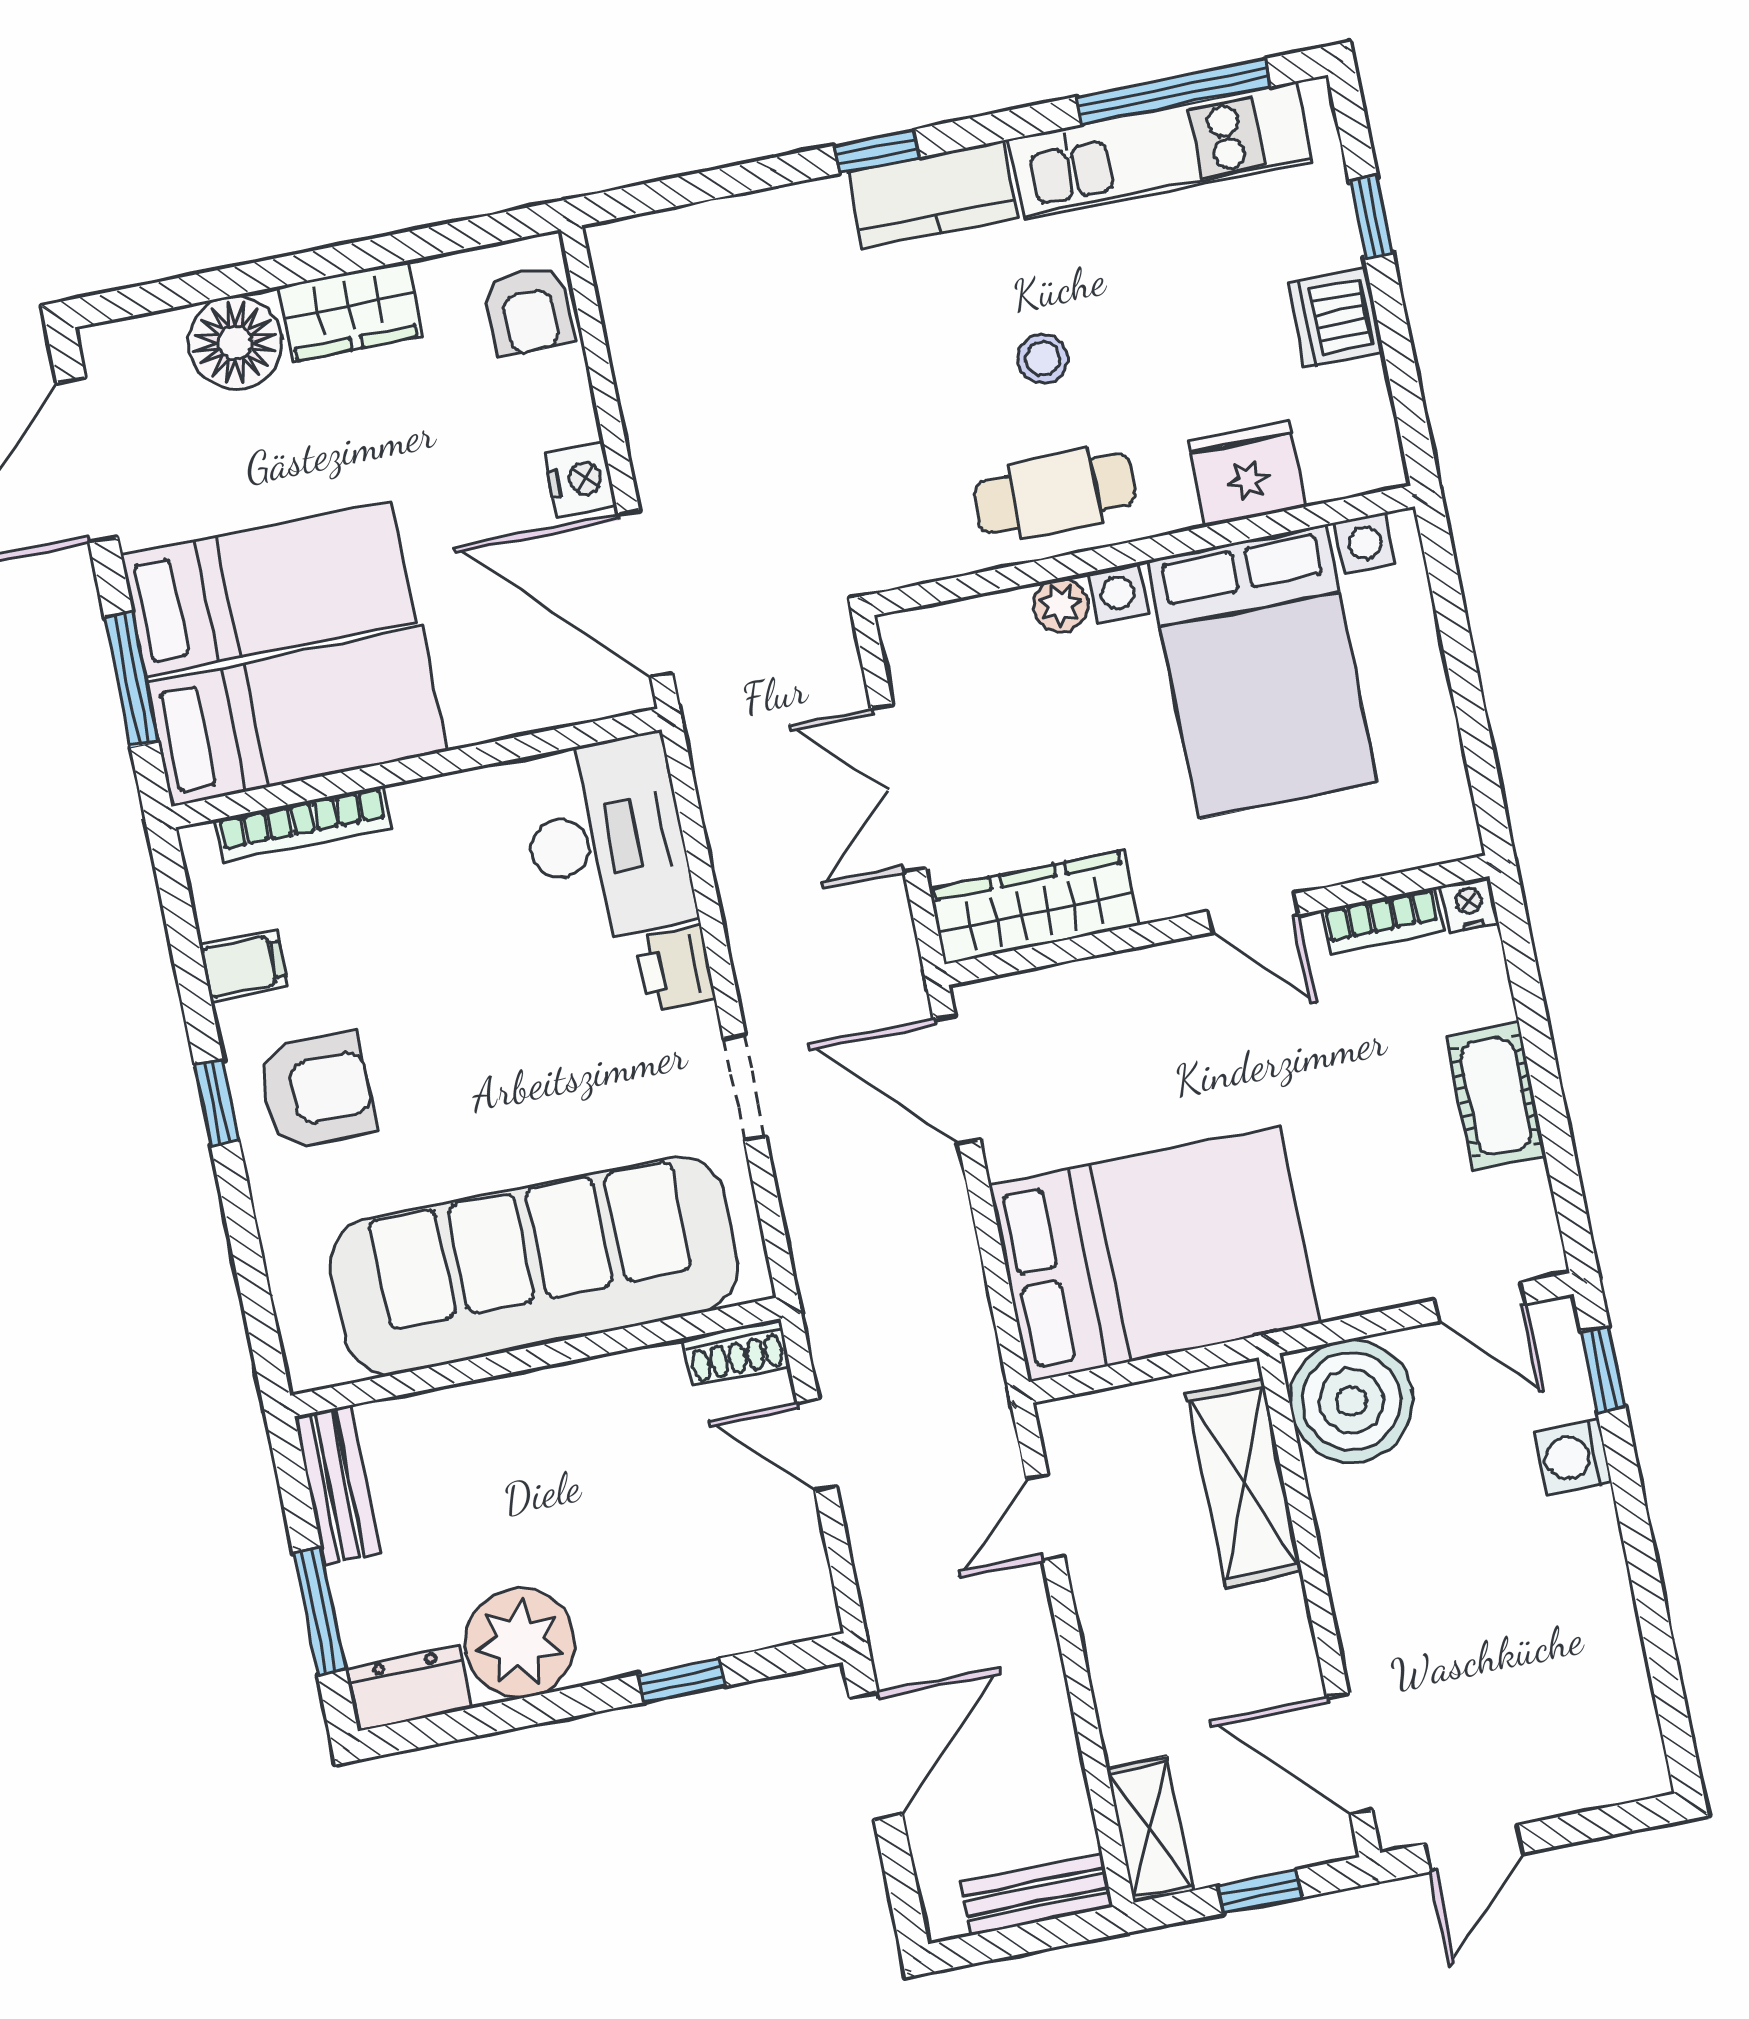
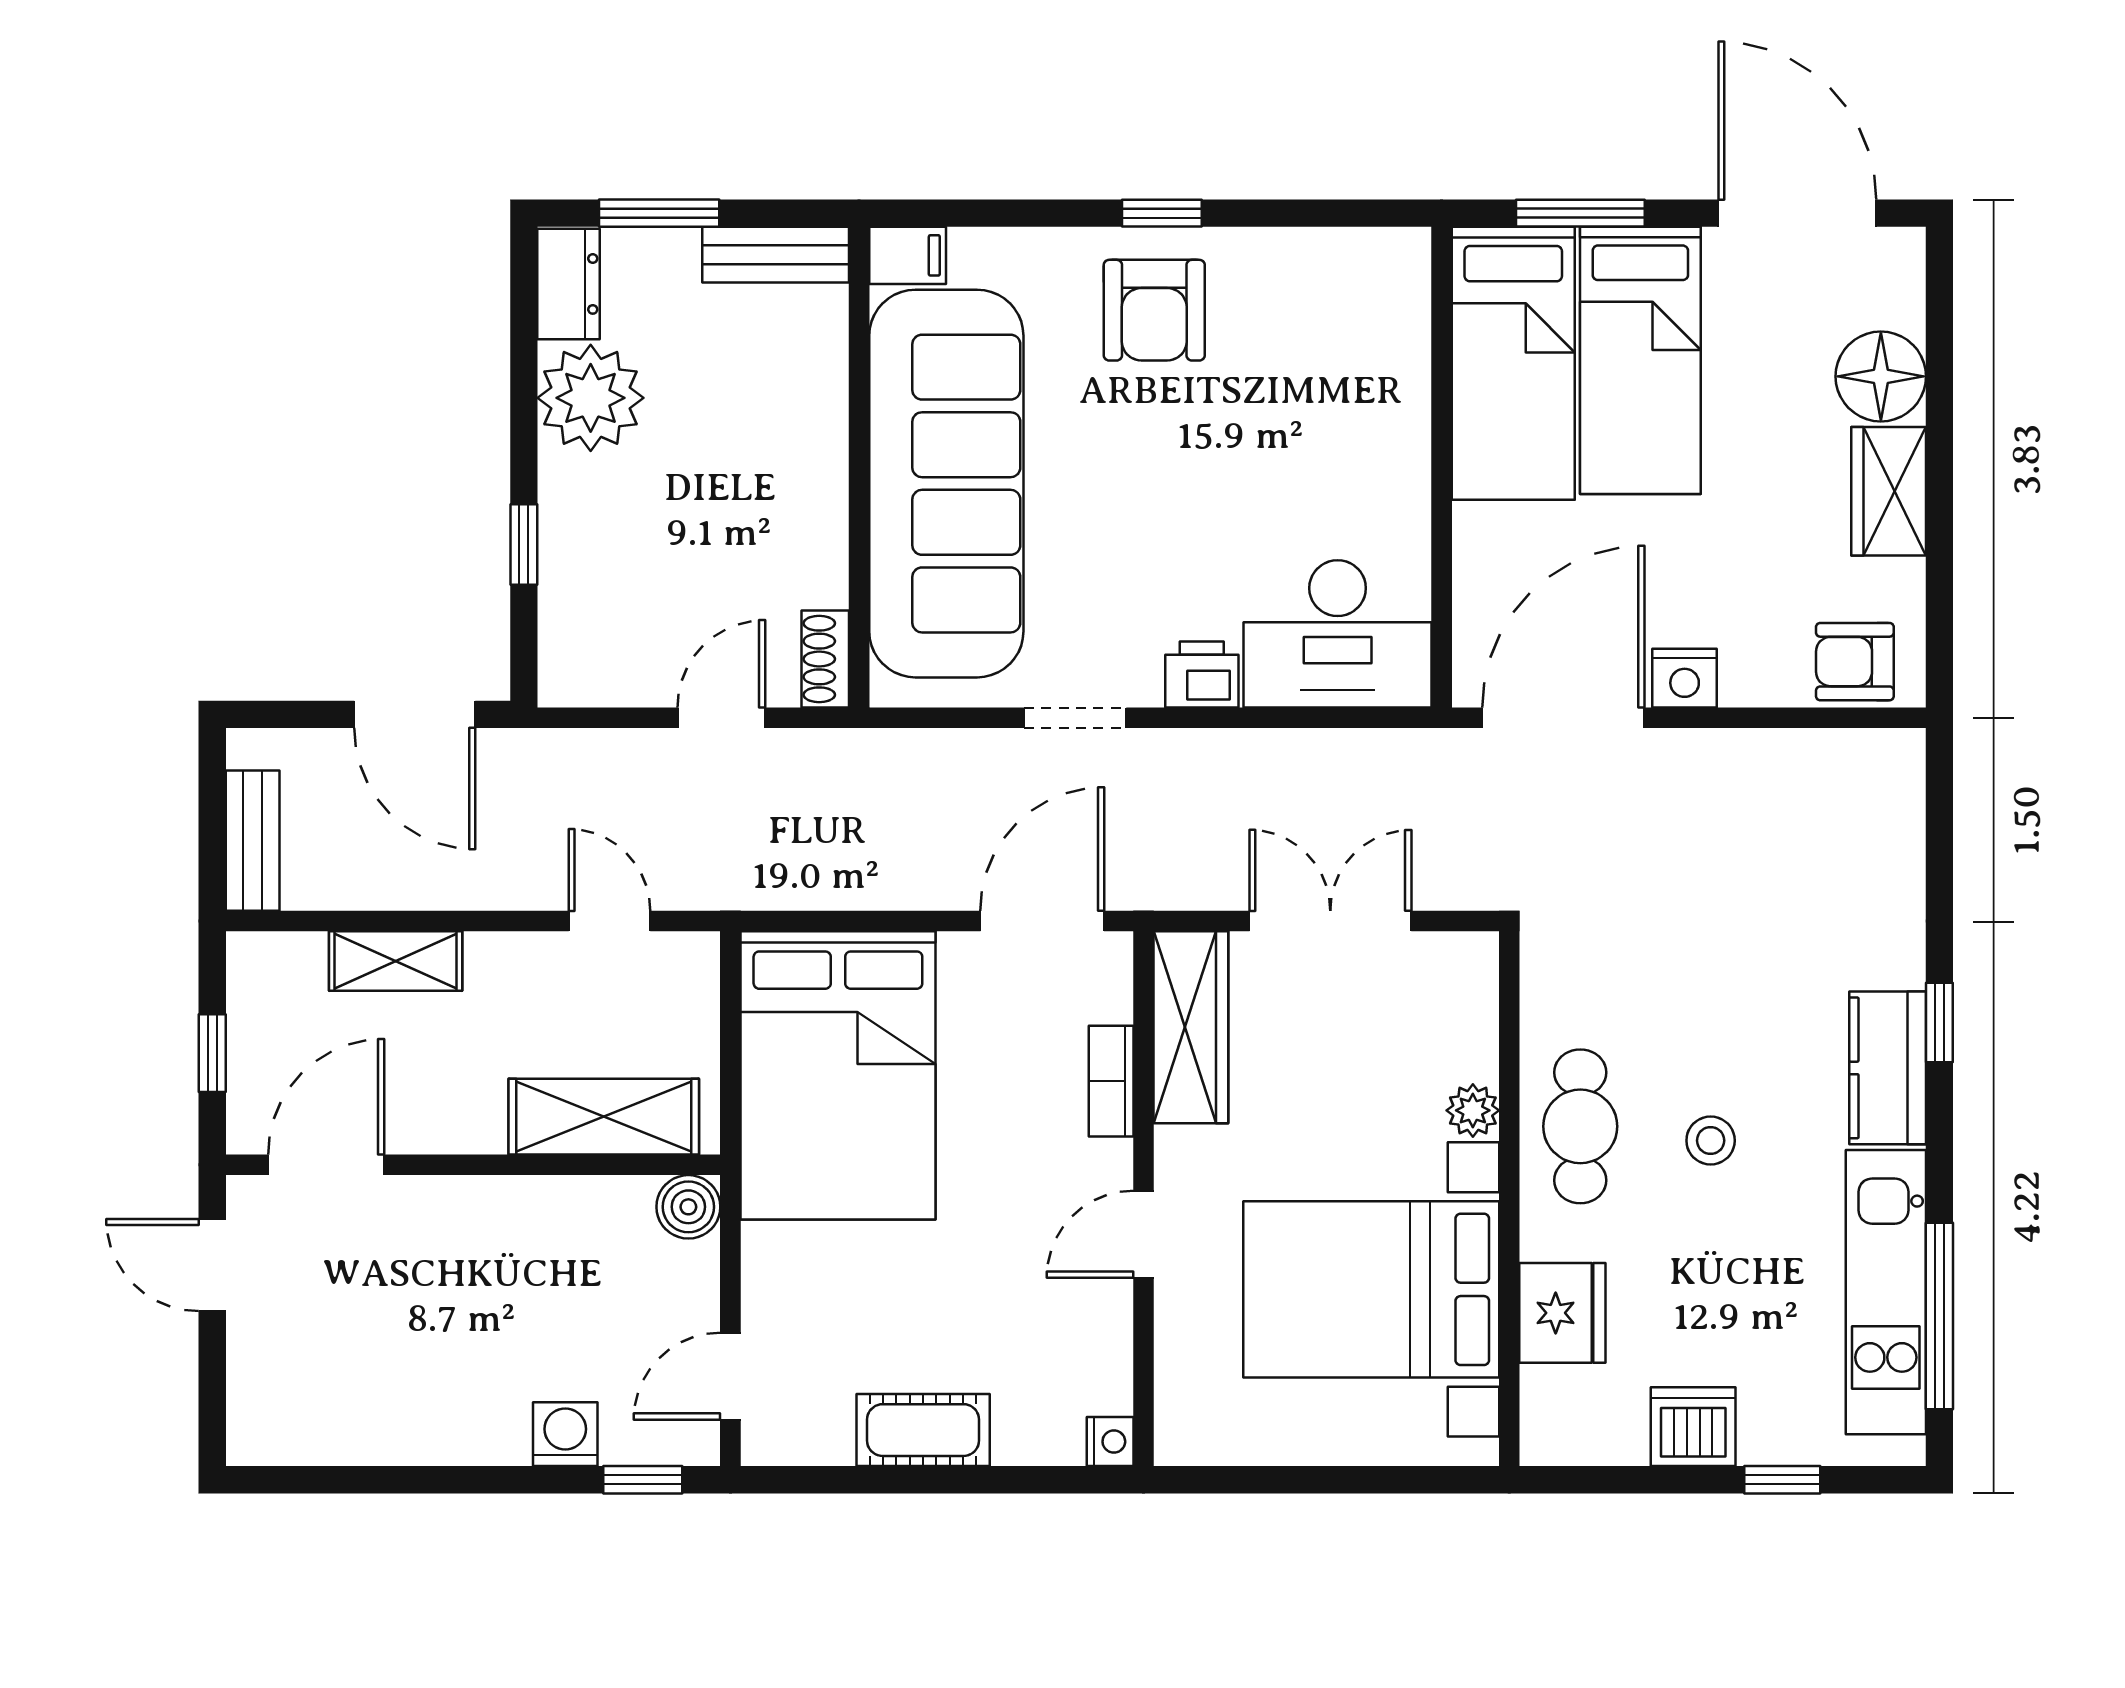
bookcase: (303, 824) -> (1410, 349), removed
bookcase: (1383, 921) -> (1111, 1081), moved
filing cabinet: (244, 966) -> (908, 255), moved, turned -90
boiler: (1351, 1401) -> (688, 1207), width x0.54, depth x0.54
shelving: (1150, 1830) -> (396, 961), moved

